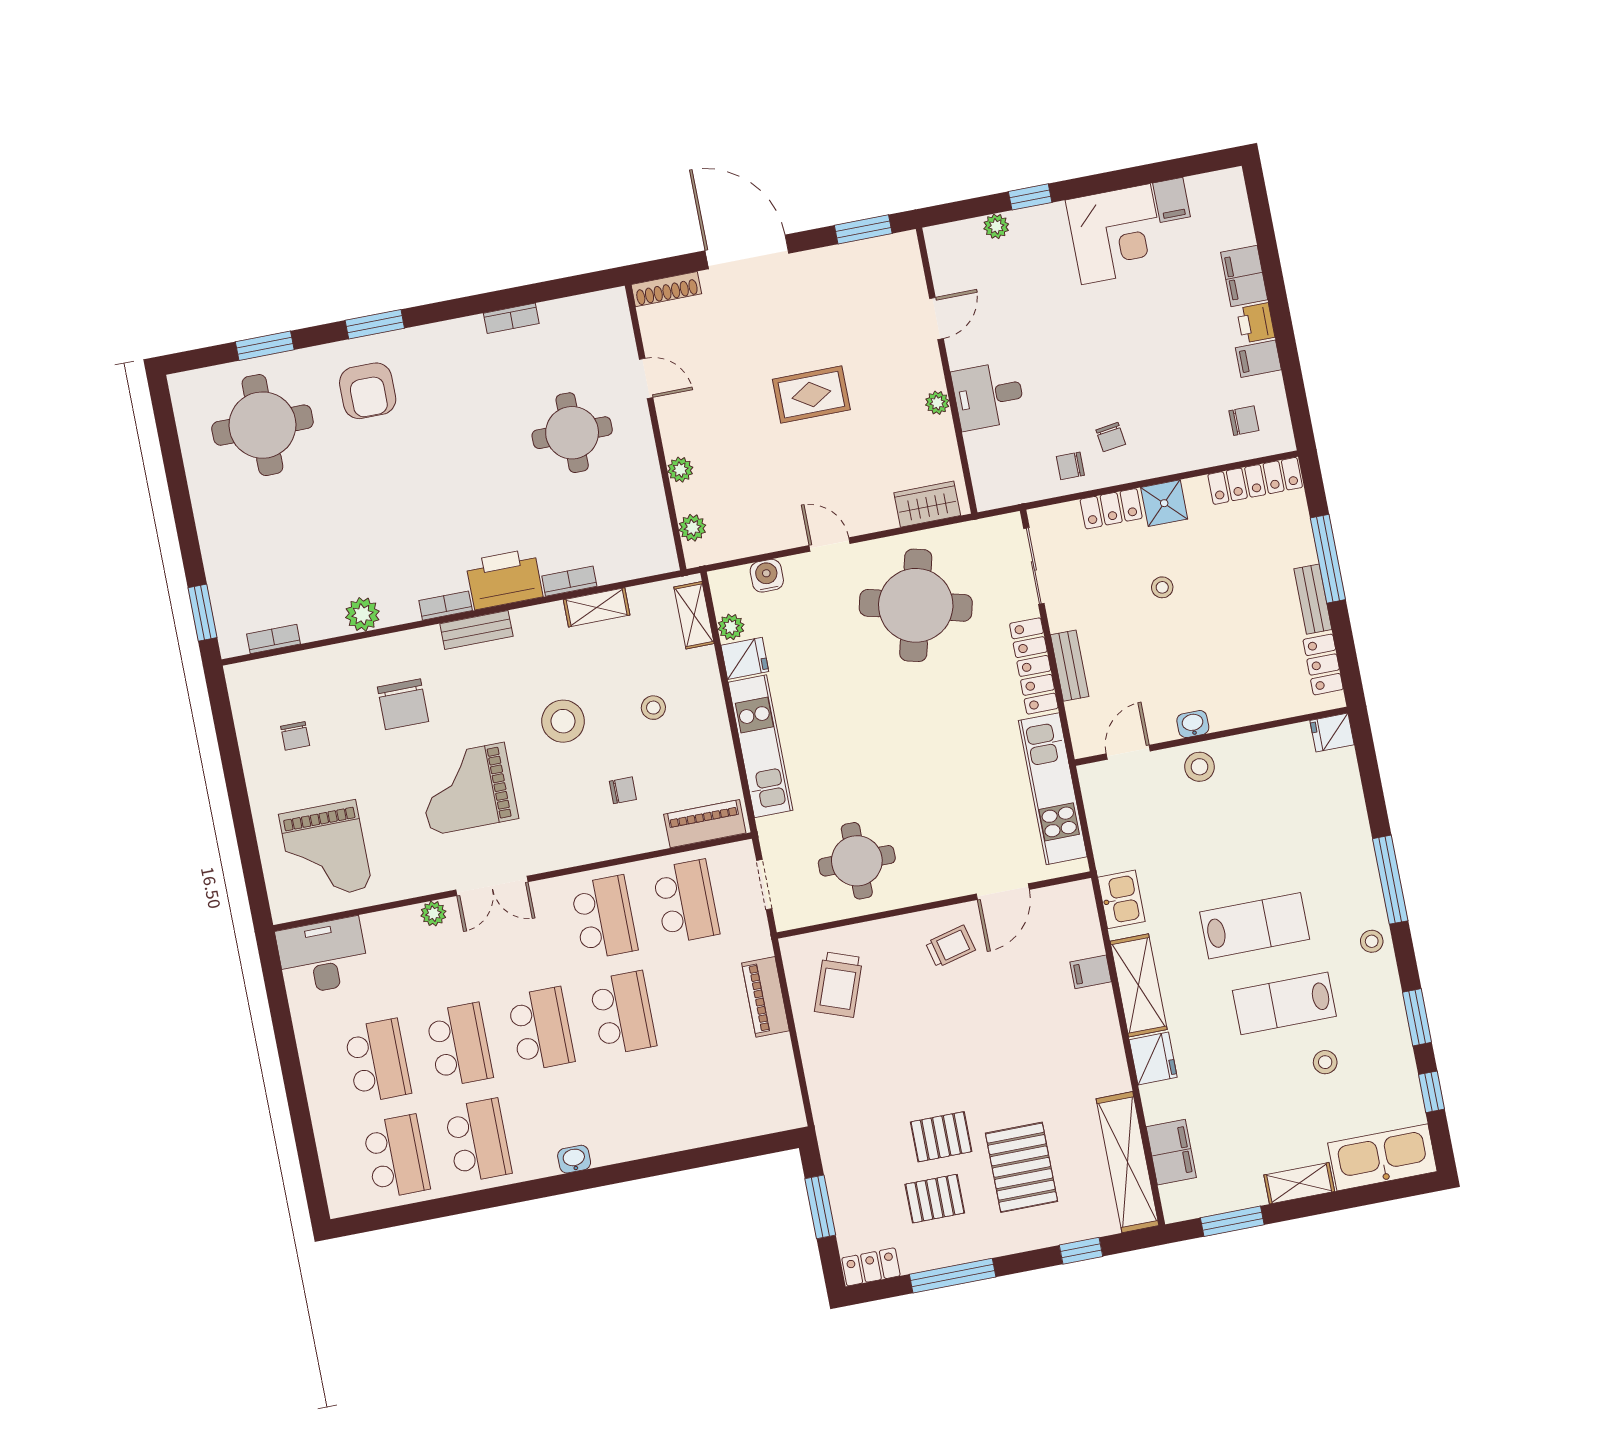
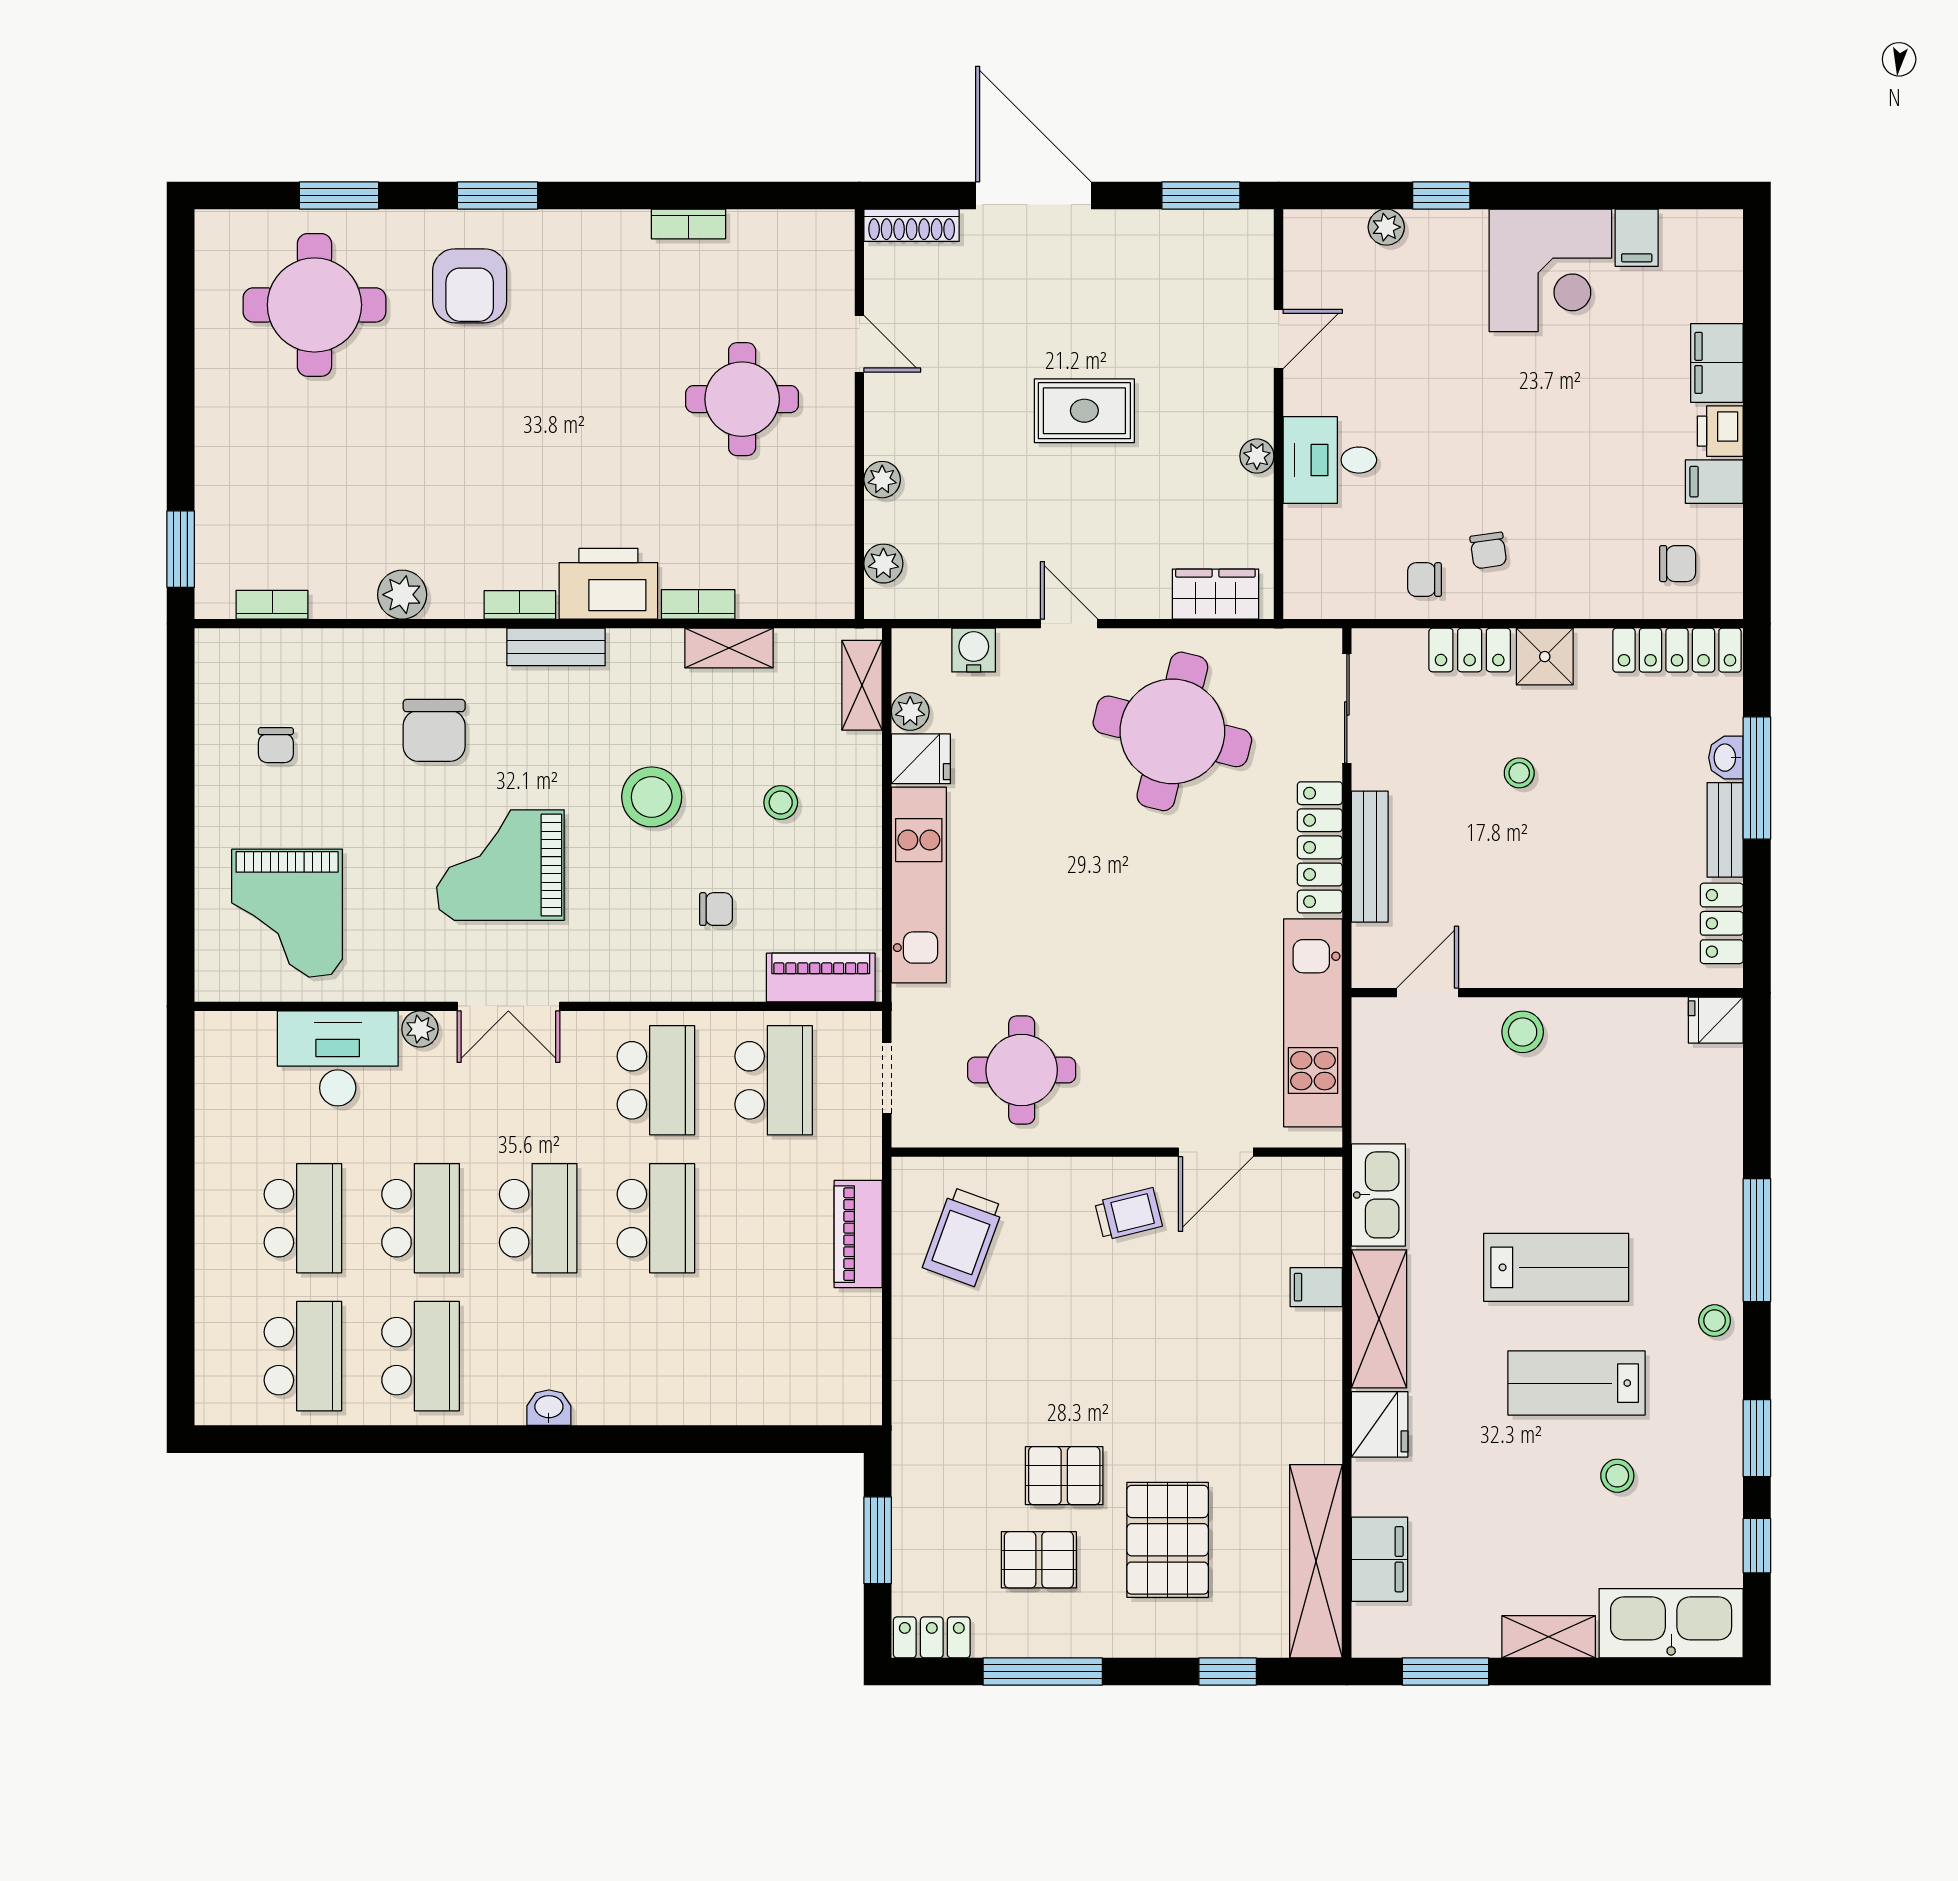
bench: (1070, 666) -> (1370, 857), width x1.36
washbasin: (1193, 724) -> (1726, 758), moved, turned -90
kitchen sink: (1121, 899) -> (1378, 1195), width x1.38
desk: (323, 956) -> (338, 1058), moved

